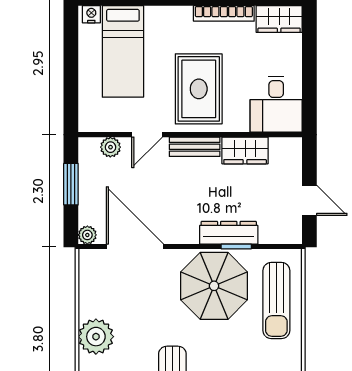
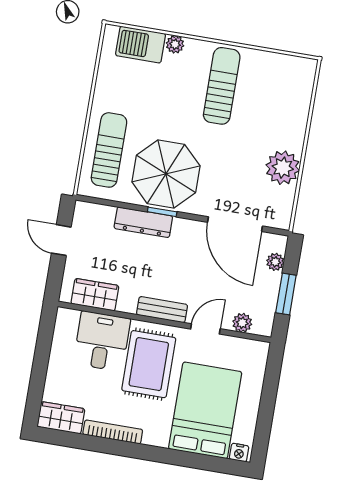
bed: (123, 51) -> (205, 410), width x1.50
desk: (276, 104) -> (102, 341), moved
wardrobe: (245, 150) -> (95, 295), moved
plant: (87, 235) -> (275, 262), moved
window: (236, 247) -> (162, 212), moved
plant: (96, 337) -> (283, 168), moved

